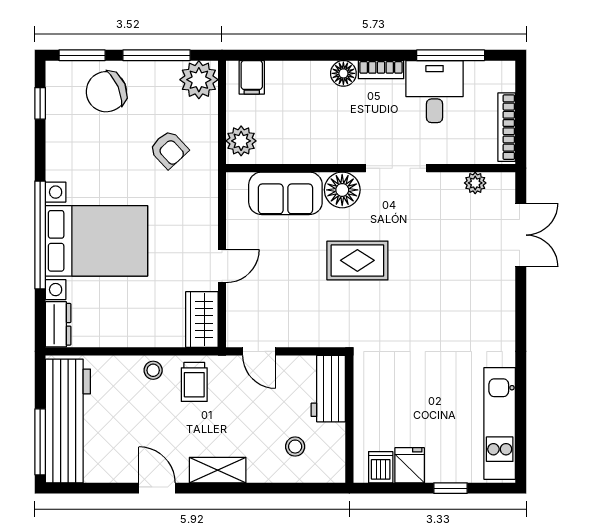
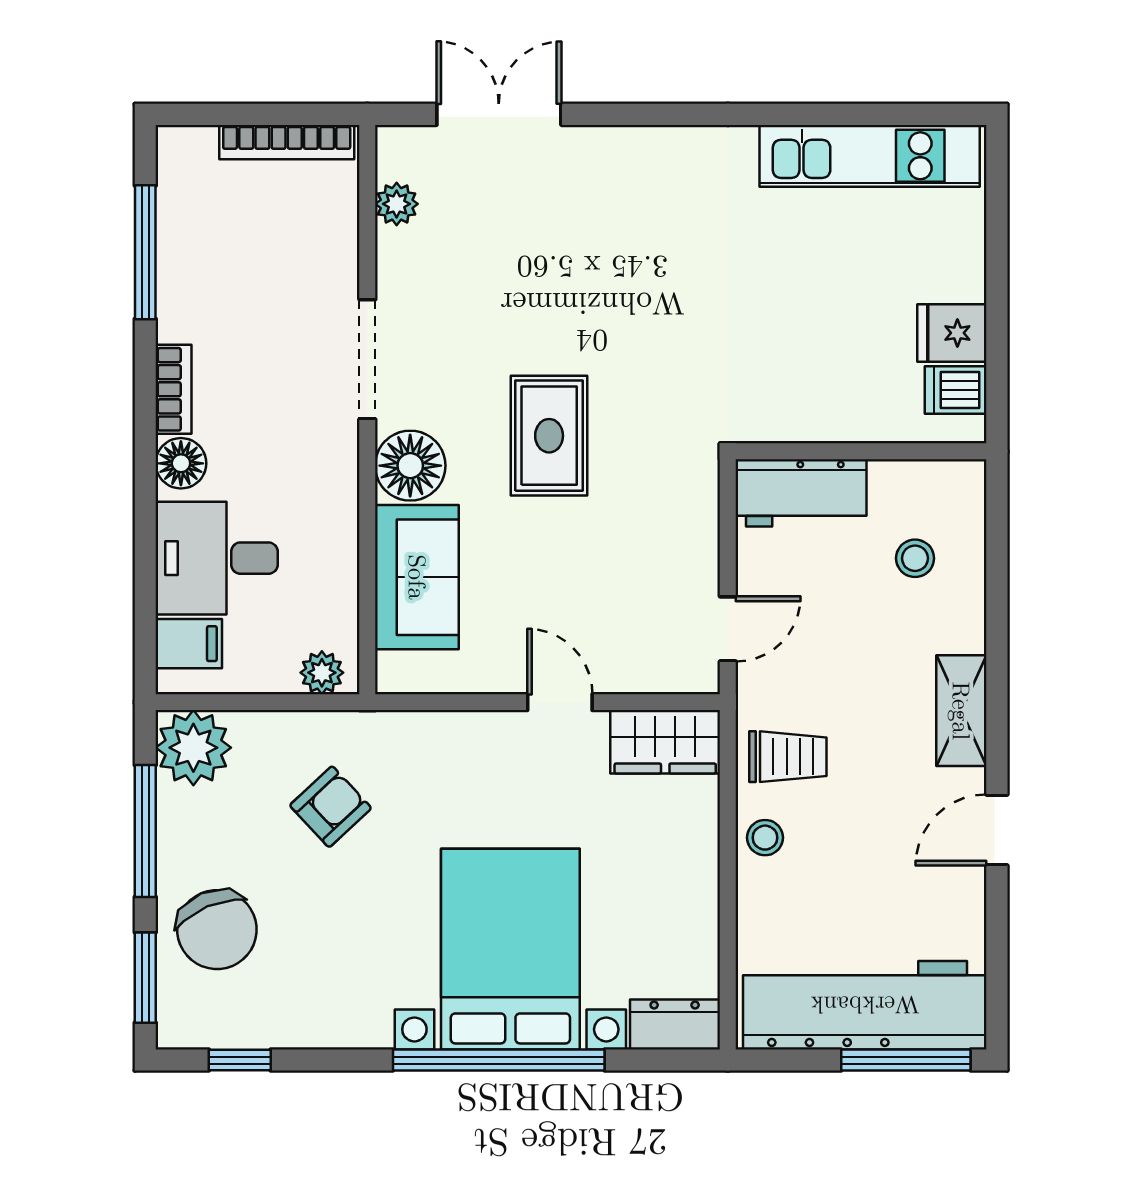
desk: (435, 92) -> (217, 558), moved
plant: (241, 141) -> (322, 673), width x0.73, depth x0.73
window: (450, 488) -> (997, 253), removed

